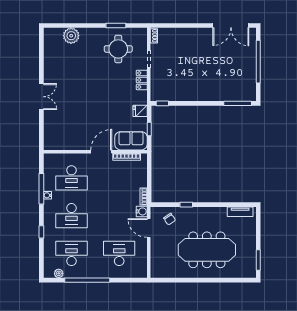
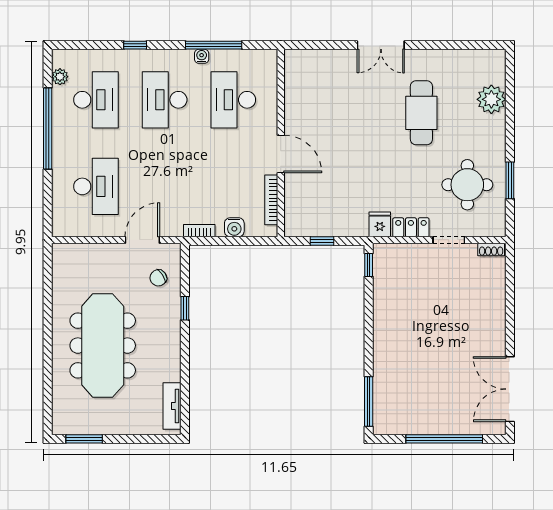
cafe table: (79, 74) -> (421, 113), added
fridge: (140, 111) -> (380, 224), moved
sofa: (131, 141) -> (301, 208), removed
water cooler: (142, 211) -> (234, 227), moved

